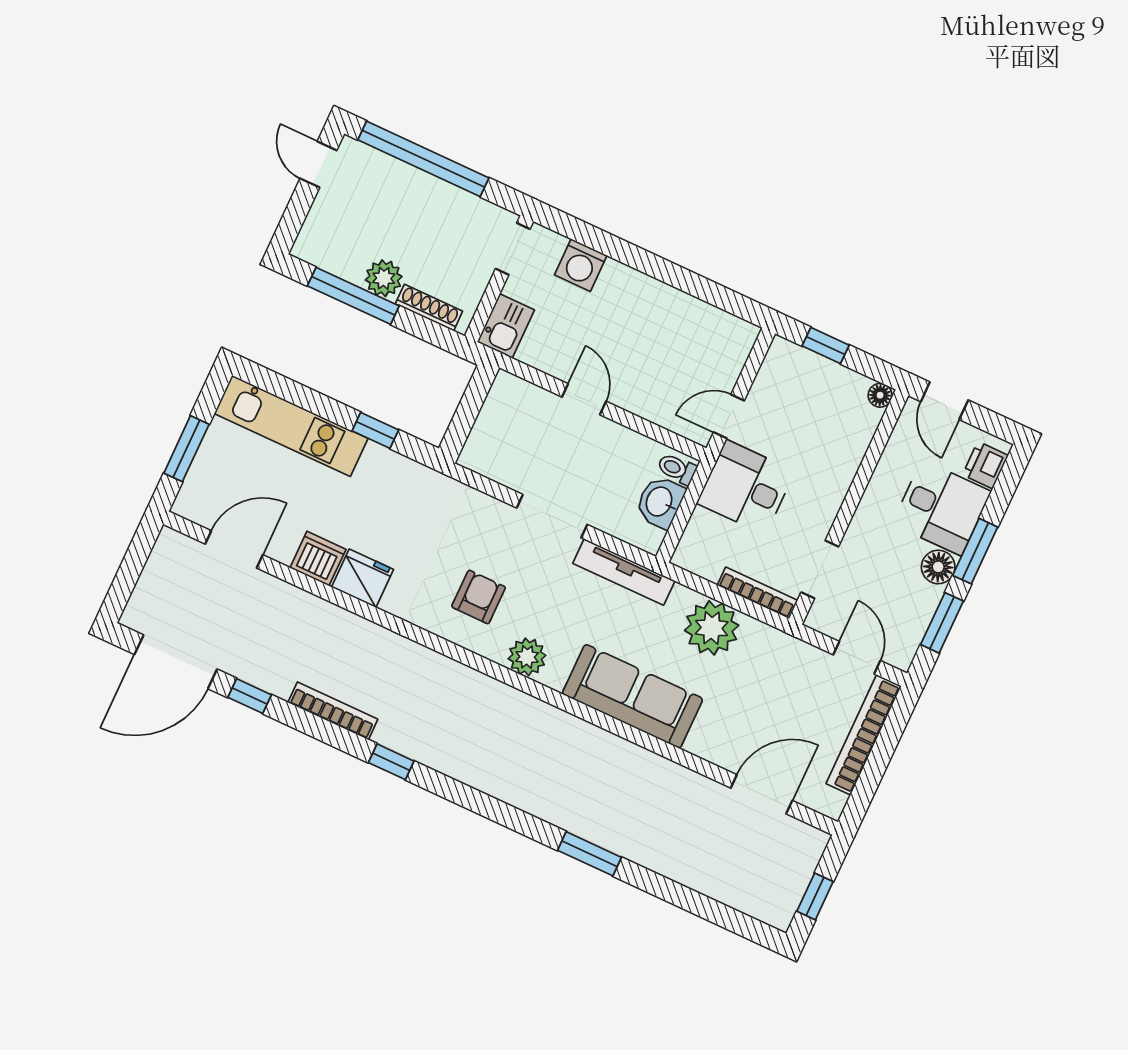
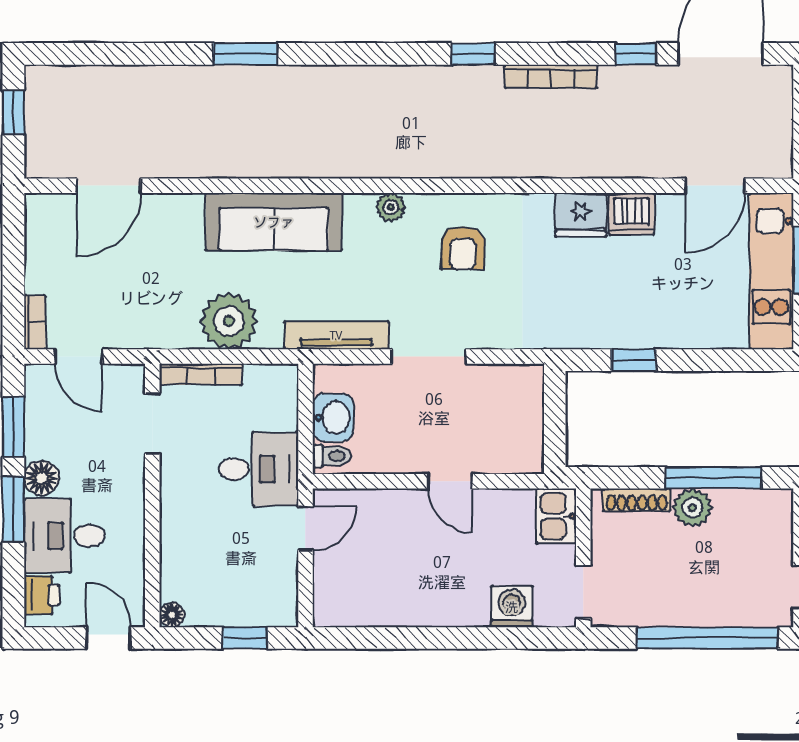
kitchen unit: (291, 426) -> (771, 271), moved, turned -90
plant: (527, 657) -> (391, 207), width x0.73, depth x0.73
bookcase: (864, 735) -> (35, 322), width x0.43, depth x0.76

